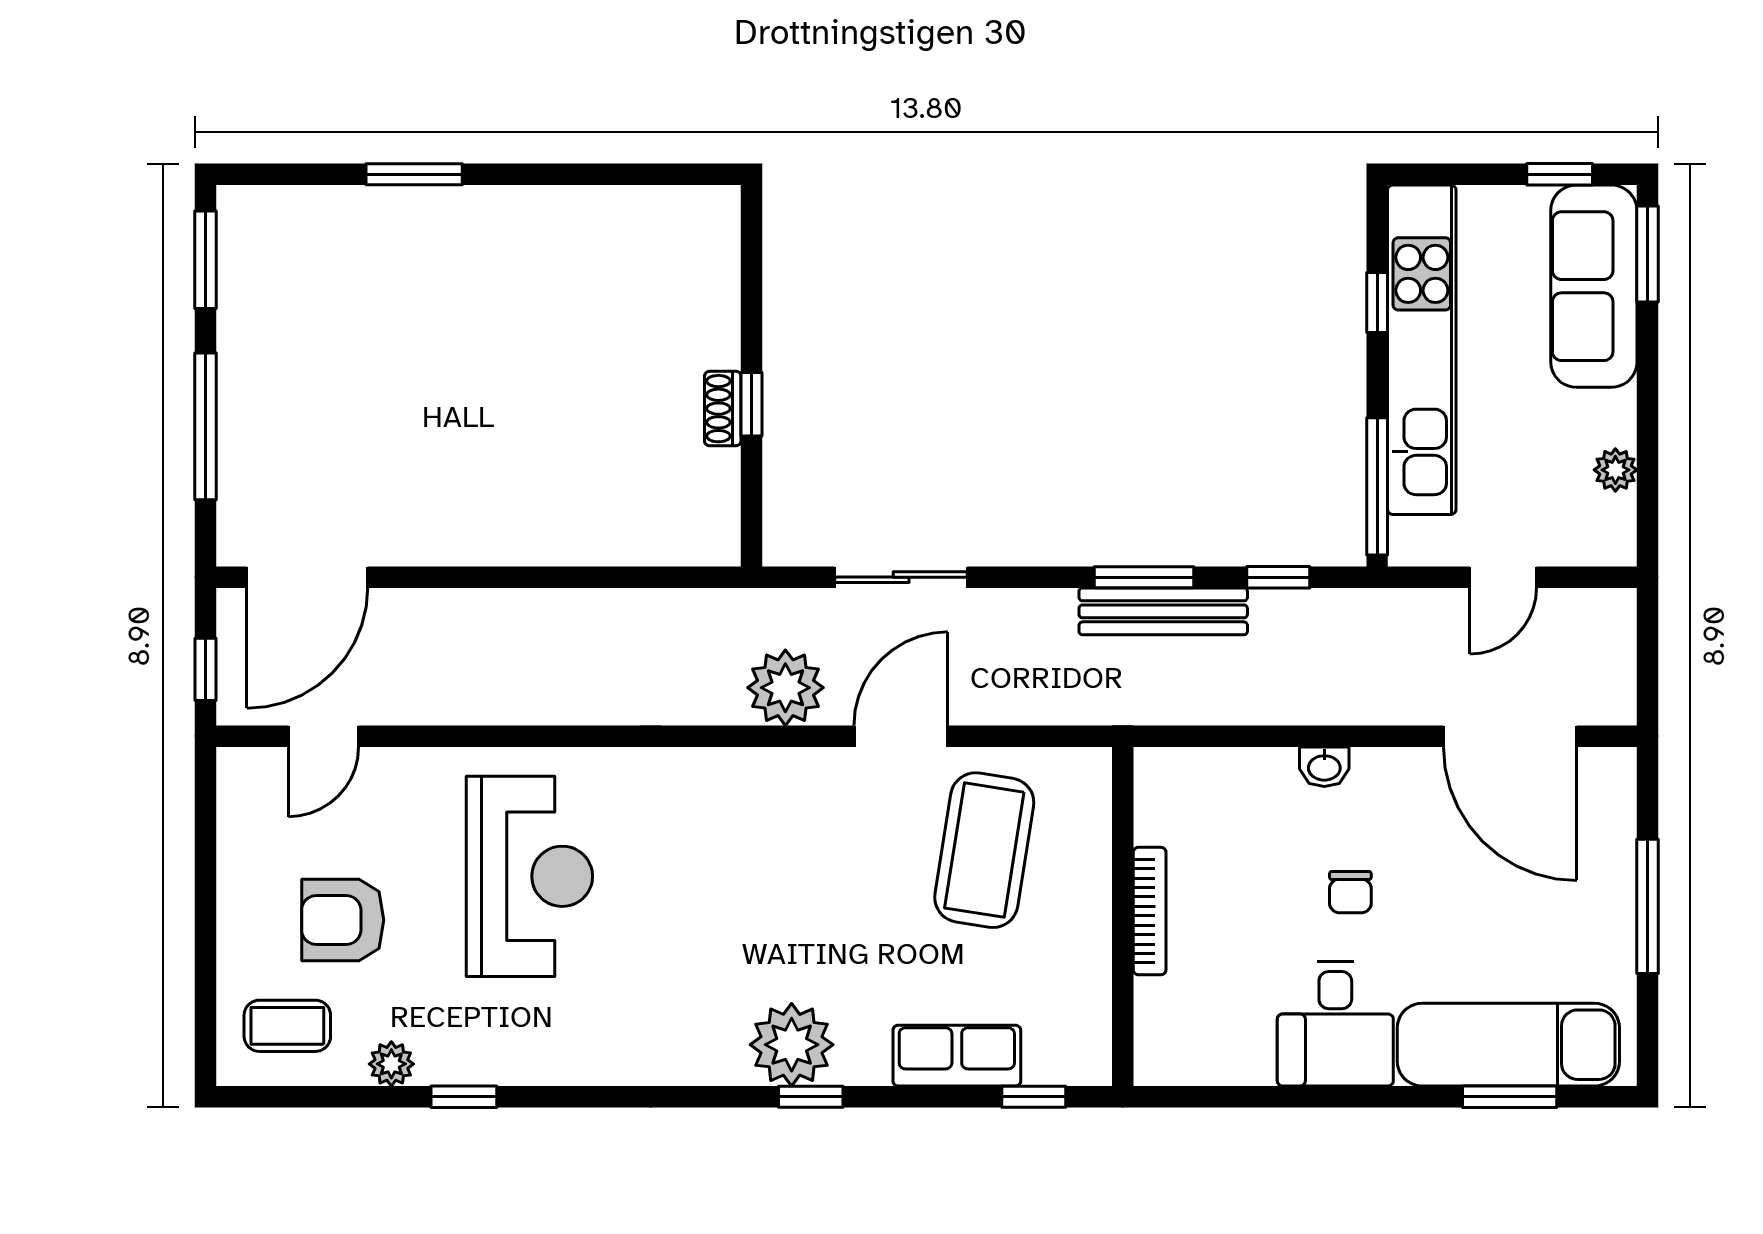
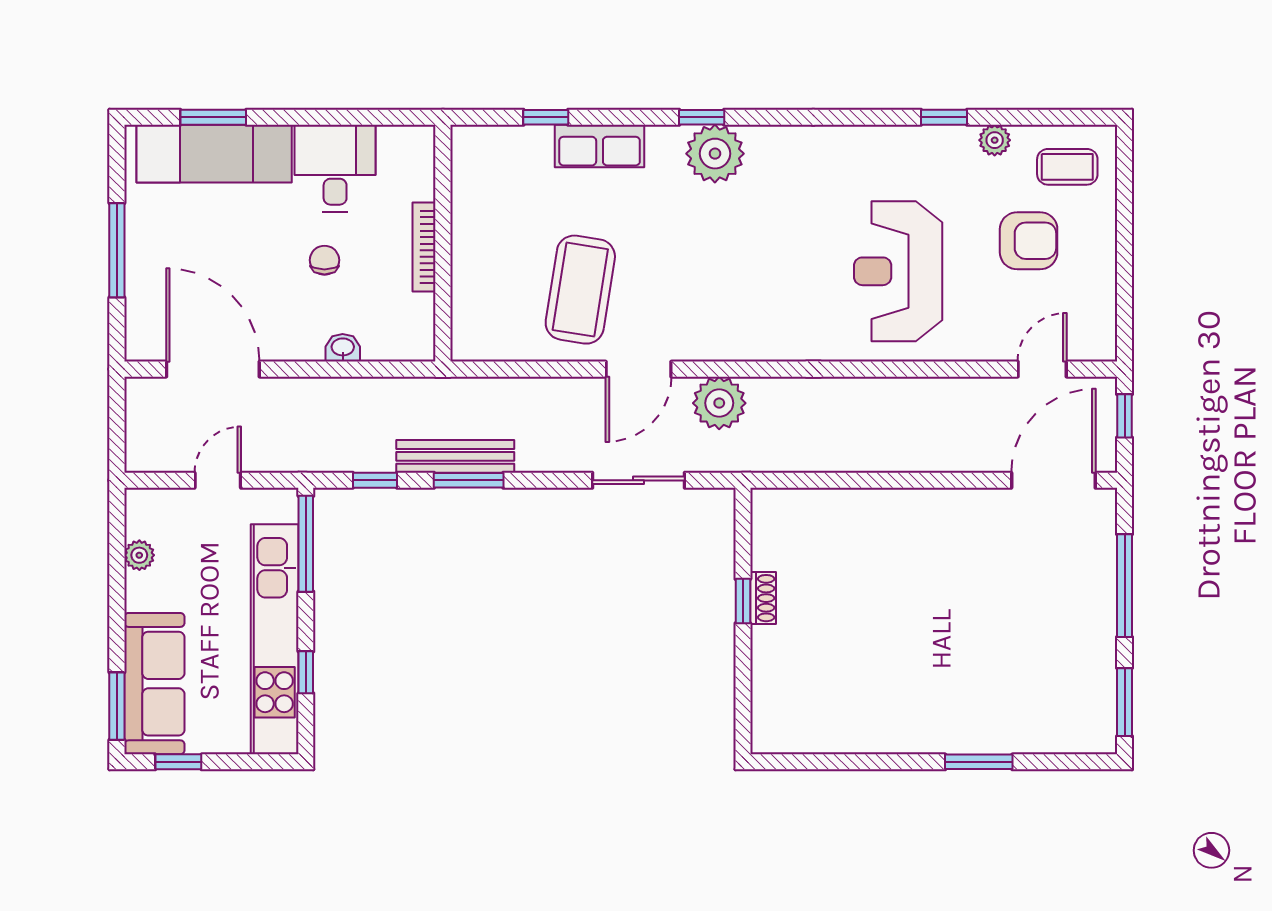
bookcase: (1150, 911) -> (424, 247), moved
wall: (1123, 916) -> (443, 243), moved

